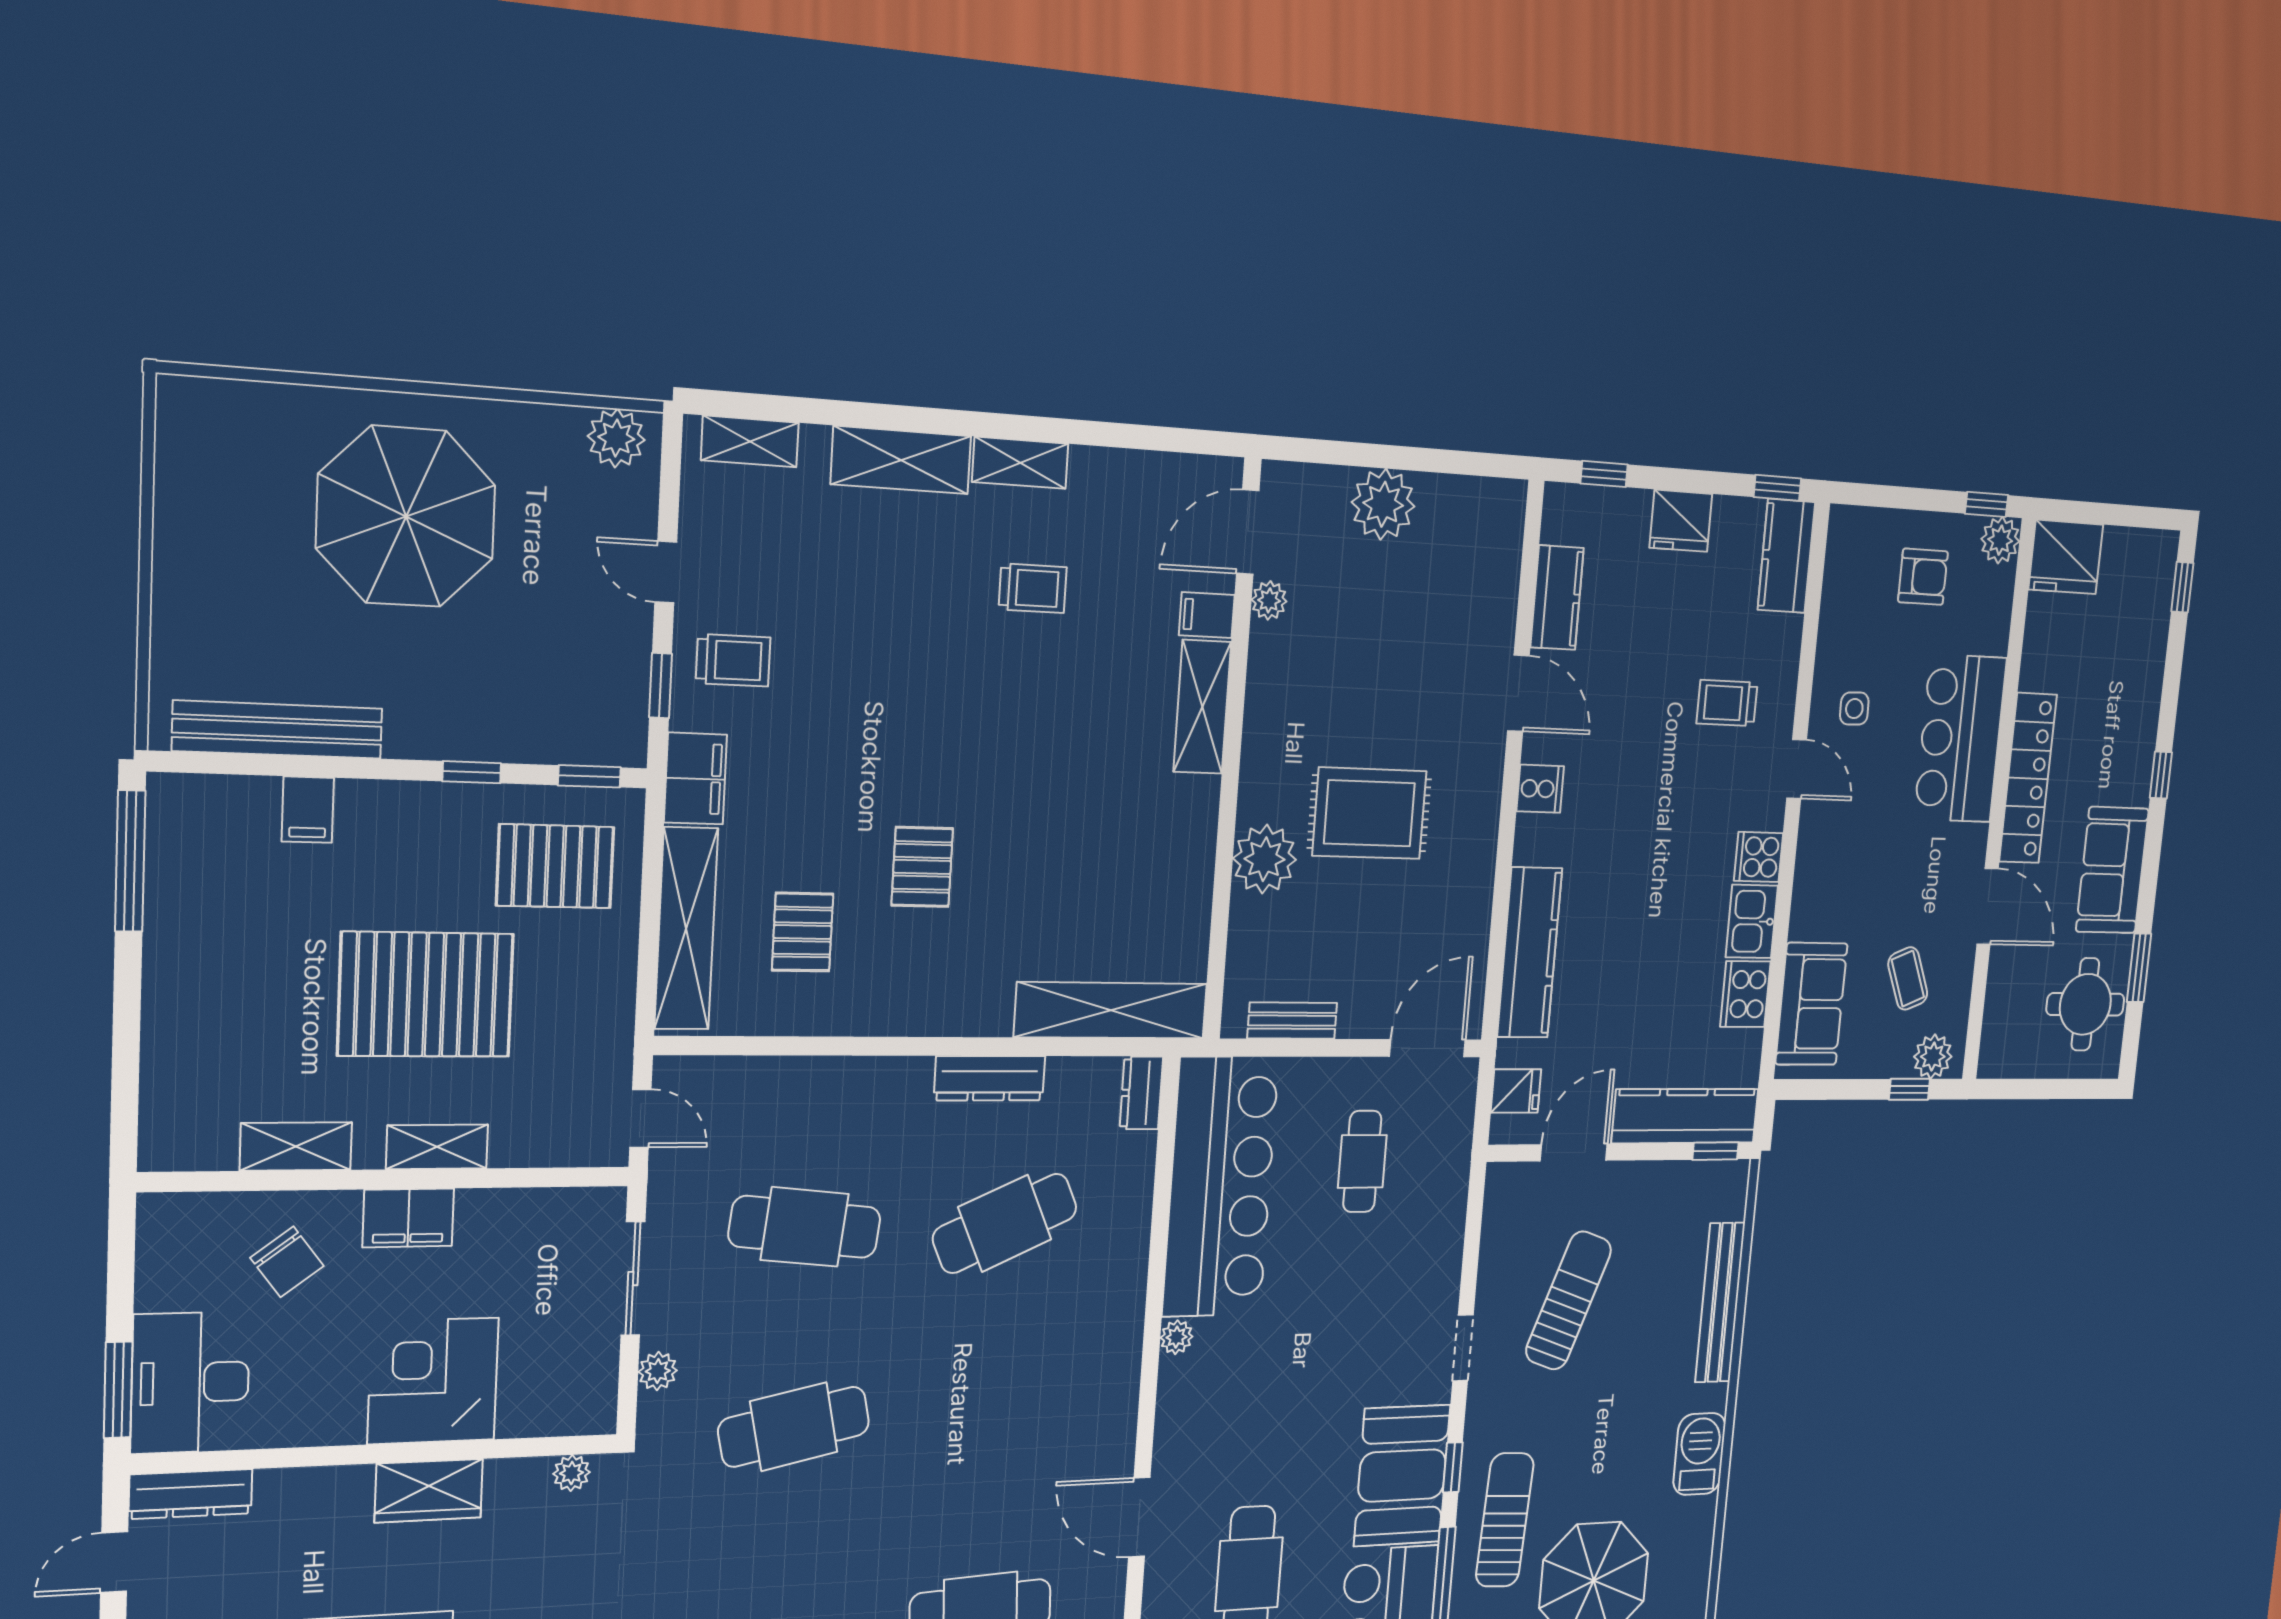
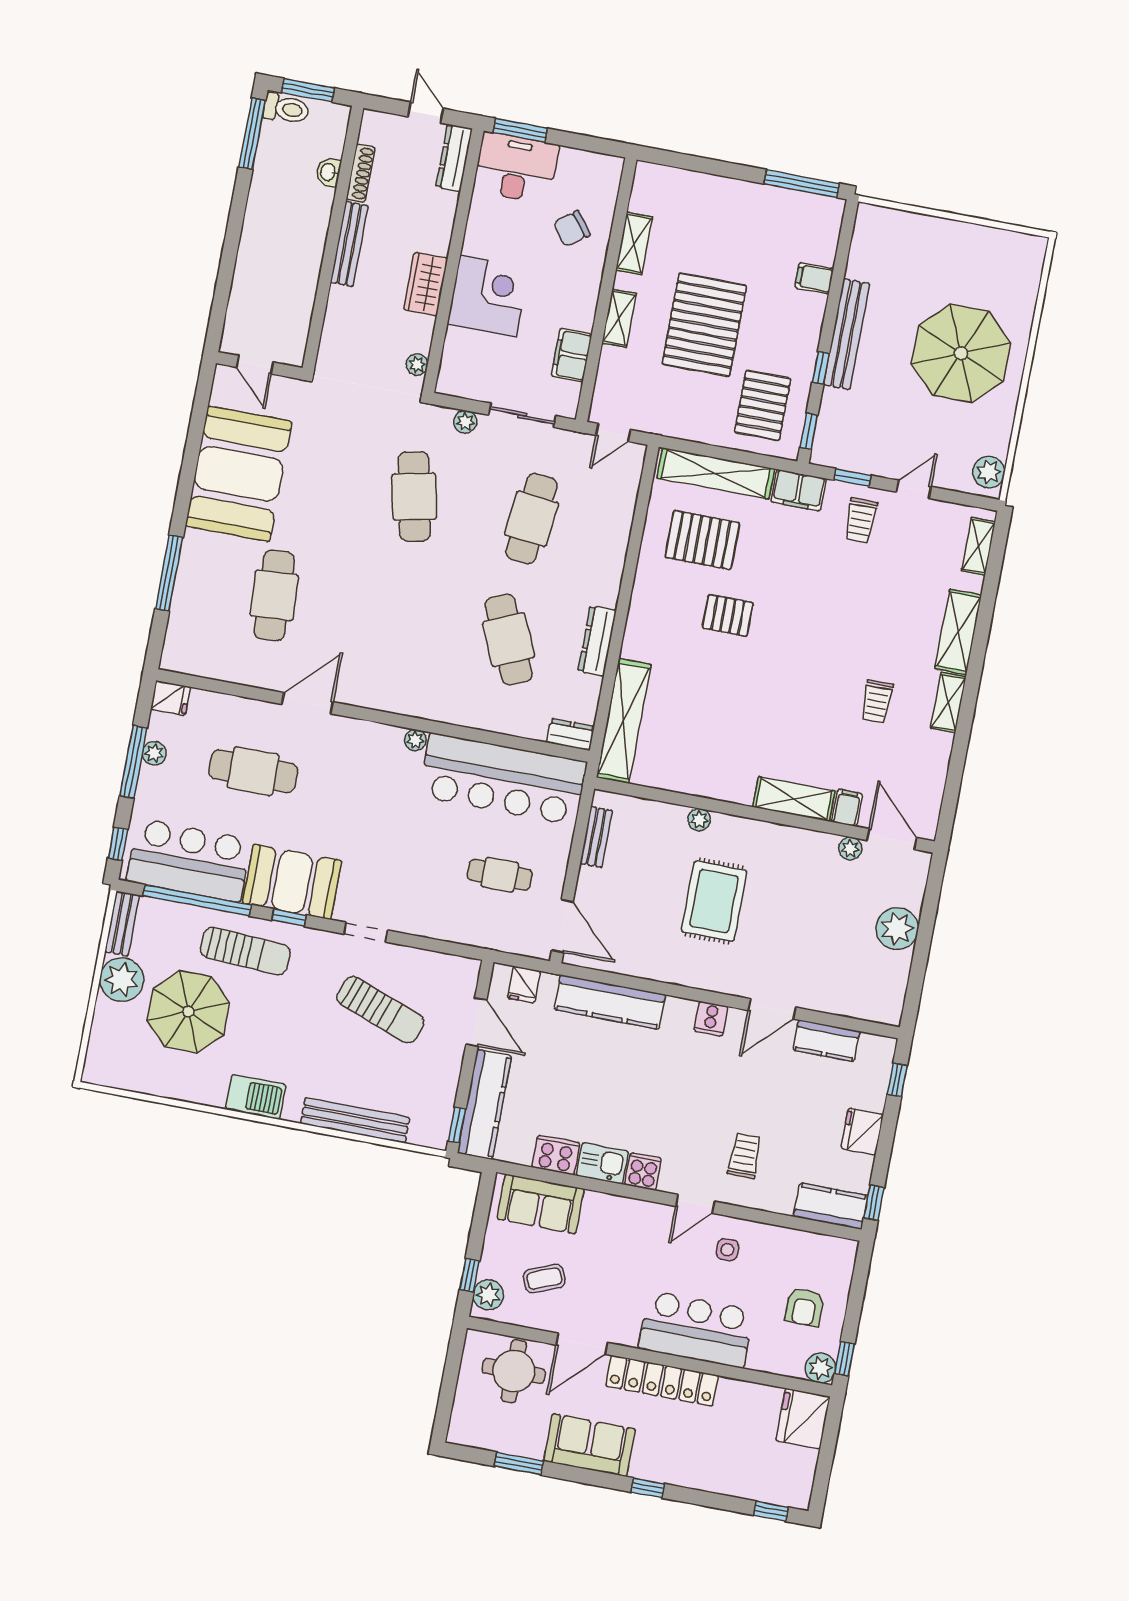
bench: (278, 730) -> (847, 334), moved
plant: (1265, 859) -> (699, 820), width x0.53, depth x0.53
pallet: (803, 932) -> (702, 540), width x1.50, depth x1.42
round table: (2085, 1004) -> (514, 1371), moved
filing cabinet: (408, 1218) -> (572, 355), moved

